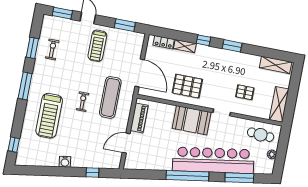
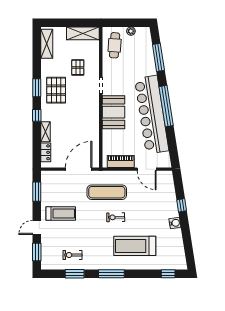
pallet: (187, 86) -> (56, 90), moved
treadmill: (49, 116) -> (135, 246), turned 180
bar counter: (213, 160) -> (152, 115), moved
window: (92, 173) -> (182, 205), moved

